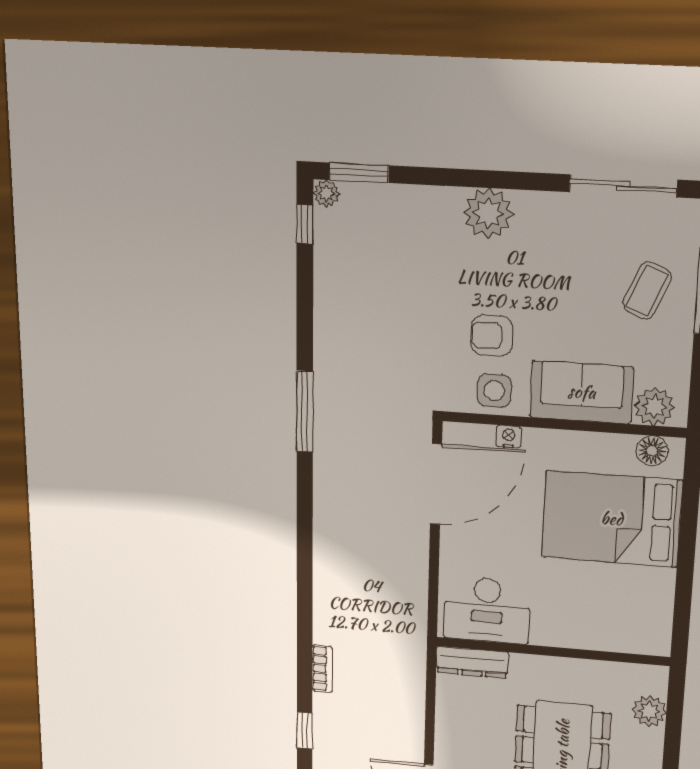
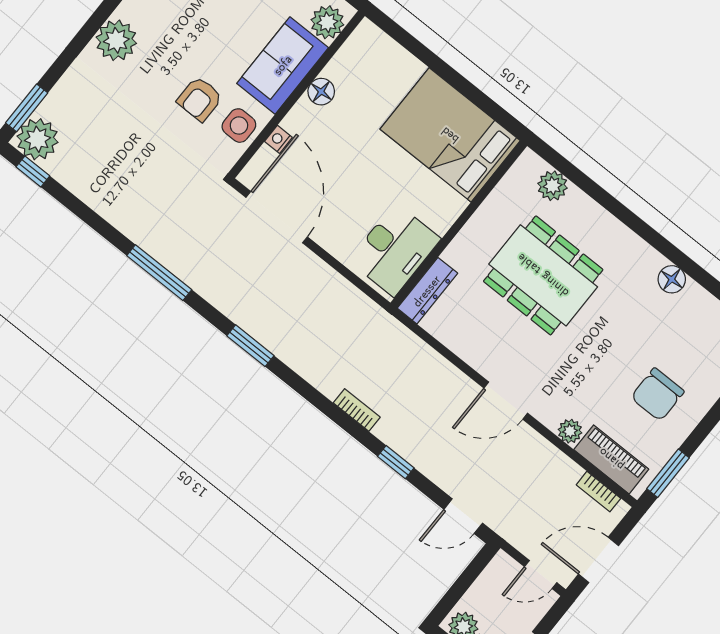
plant: (326, 193) -> (38, 139), width x1.88, depth x1.88
floor lamp: (652, 451) -> (321, 92), moved
bed: (612, 519) -> (450, 135), moved, turned 90
window: (305, 539) -> (250, 346), added

